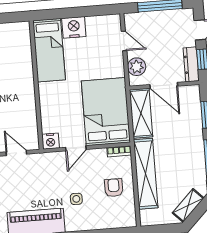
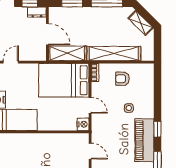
dresser: (191, 64) -> (37, 12), width x0.70
plant: (137, 67) -> (31, 54), removed
door: (164, 85) -> (47, 34), hinge flipped
door: (16, 153) -> (90, 151), swing flipped

